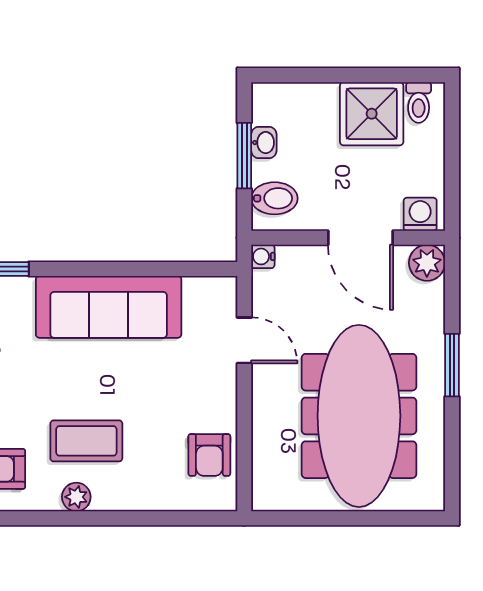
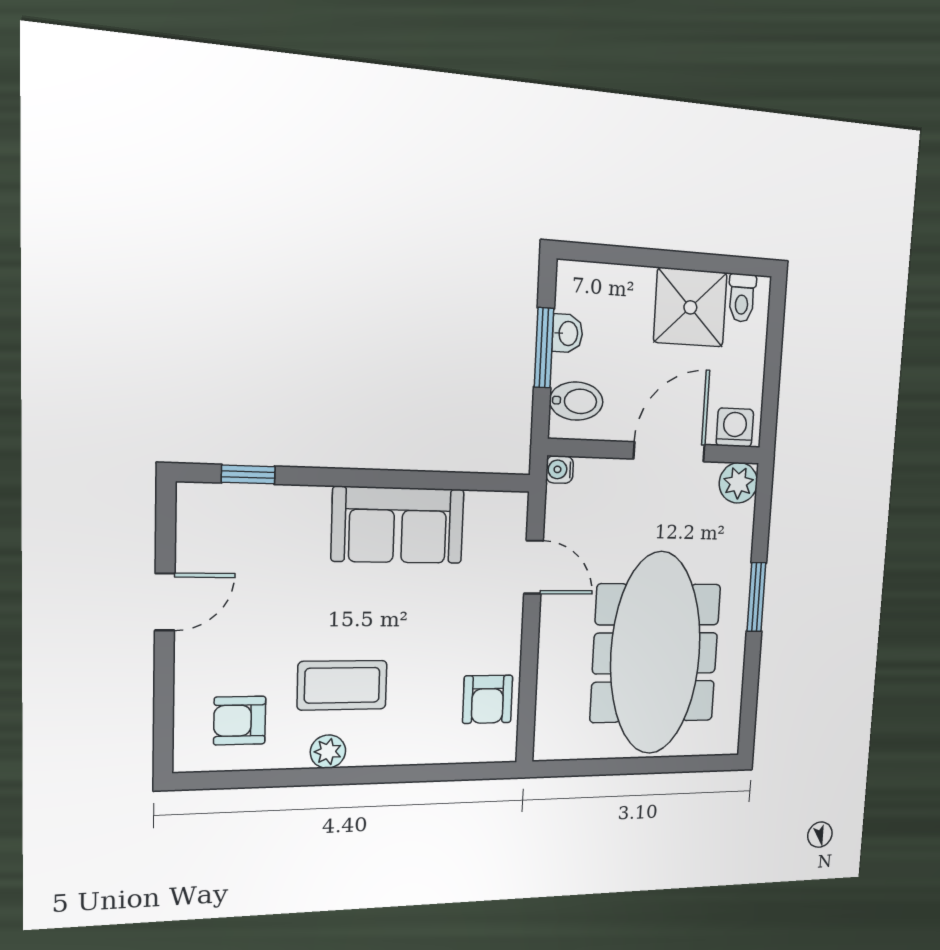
door: (360, 238) -> (669, 452), swing flipped
sofa: (109, 307) -> (398, 525), width x0.73

